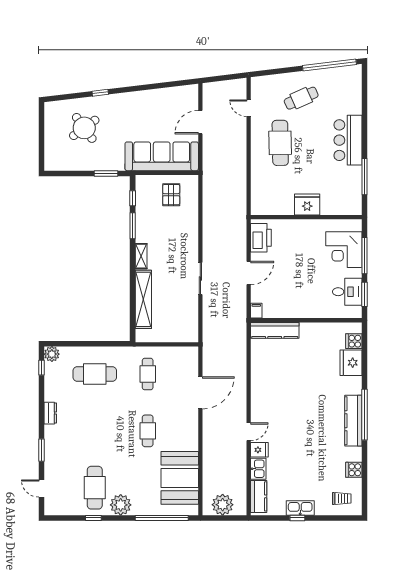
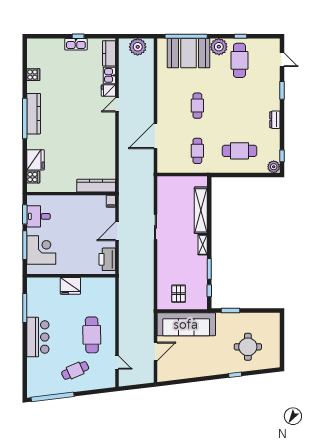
round table: (84, 128) -> (248, 347), turned 36
booth: (180, 478) -> (189, 53), moved, turned 90
trolley: (342, 498) -> (43, 52), removed

